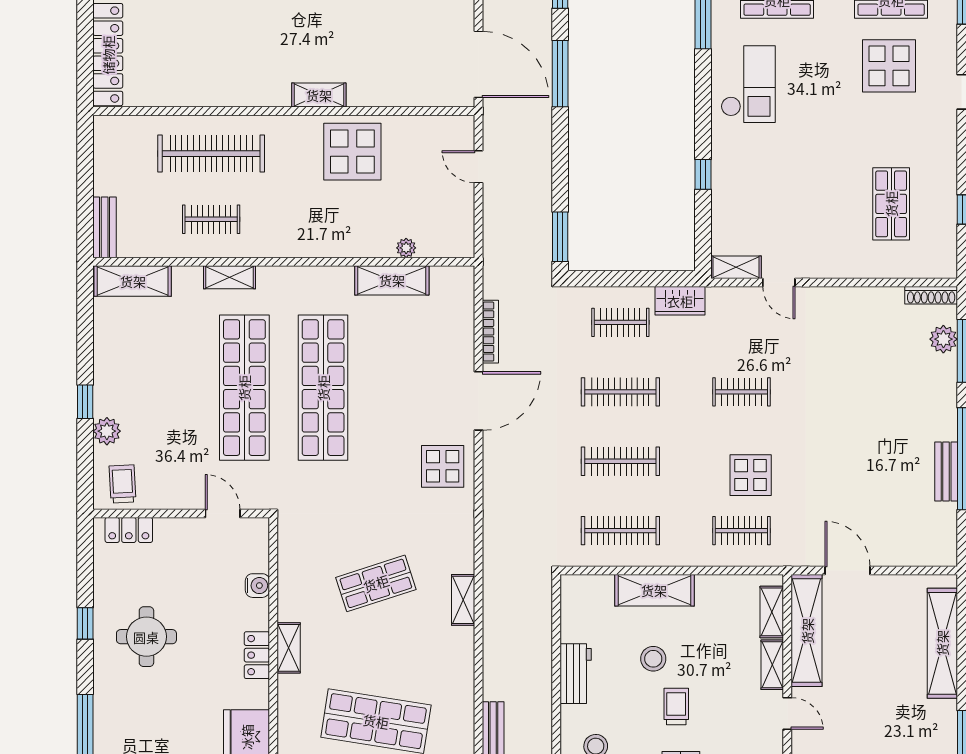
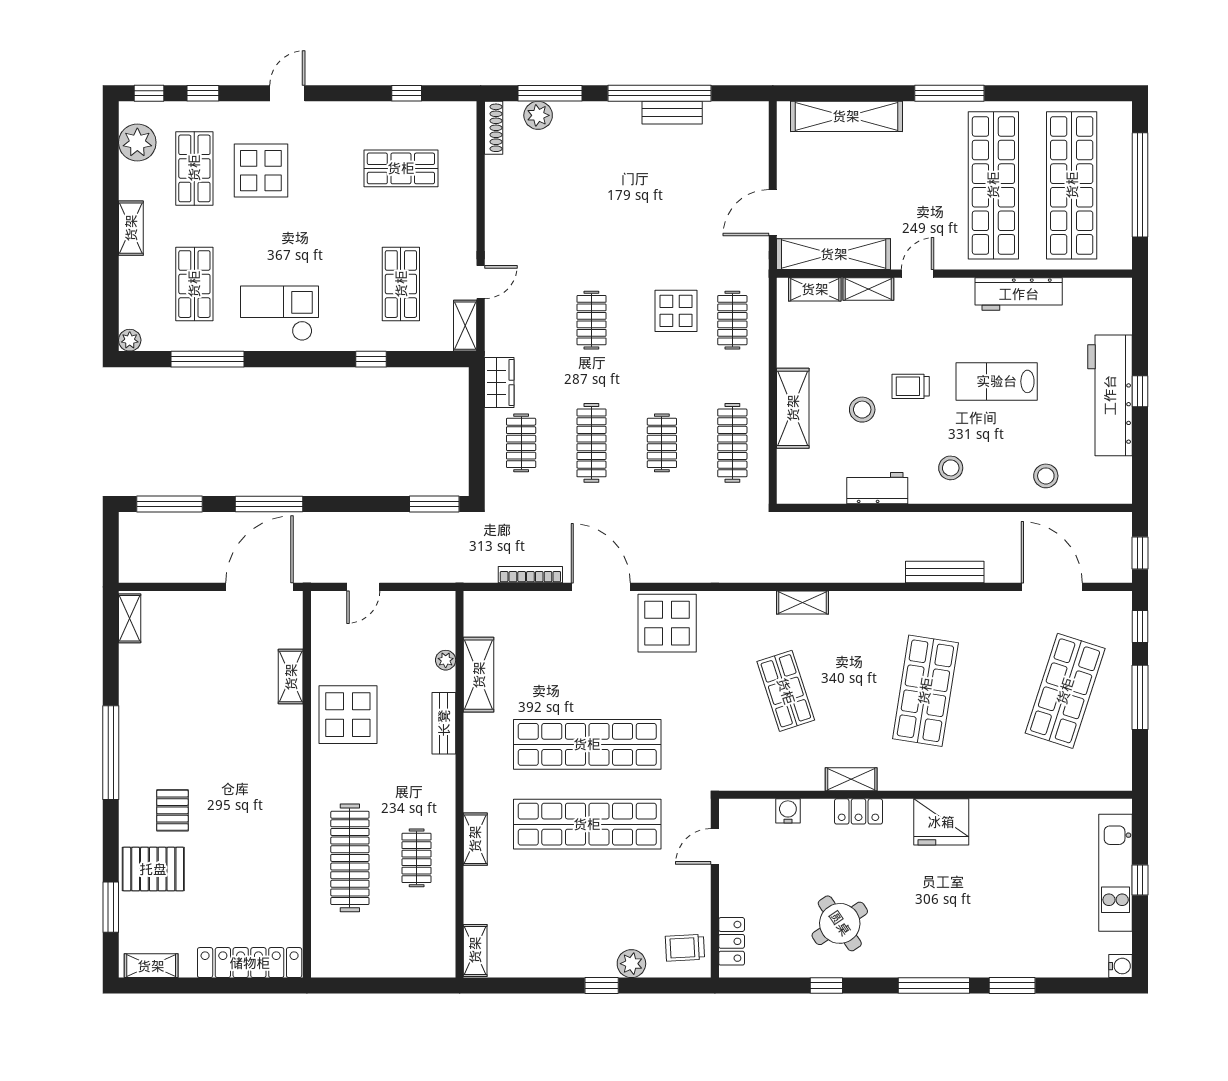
shelving: (319, 95) -> (291, 677), moved
shop shelf: (777, 204) -> (401, 284), added
bench: (105, 227) -> (444, 723), moved, turned 90
shelving: (133, 281) -> (475, 950), width x0.67, depth x0.75
clothes rail: (620, 461) -> (662, 443), width x0.73
display table: (443, 466) -> (667, 623), width x1.36, depth x1.36
round table: (146, 637) -> (840, 923), turned -34

